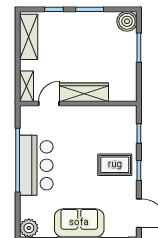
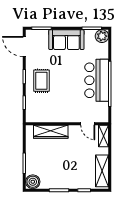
wardrobe: (84, 92) -> (51, 132), moved
door: (49, 104) -> (88, 124), hinge flipped
rug: (115, 165) -> (41, 81), turned 90

